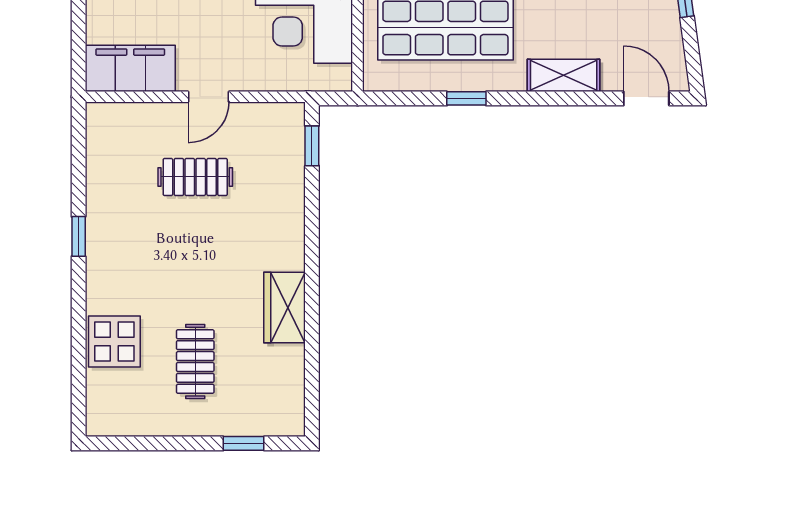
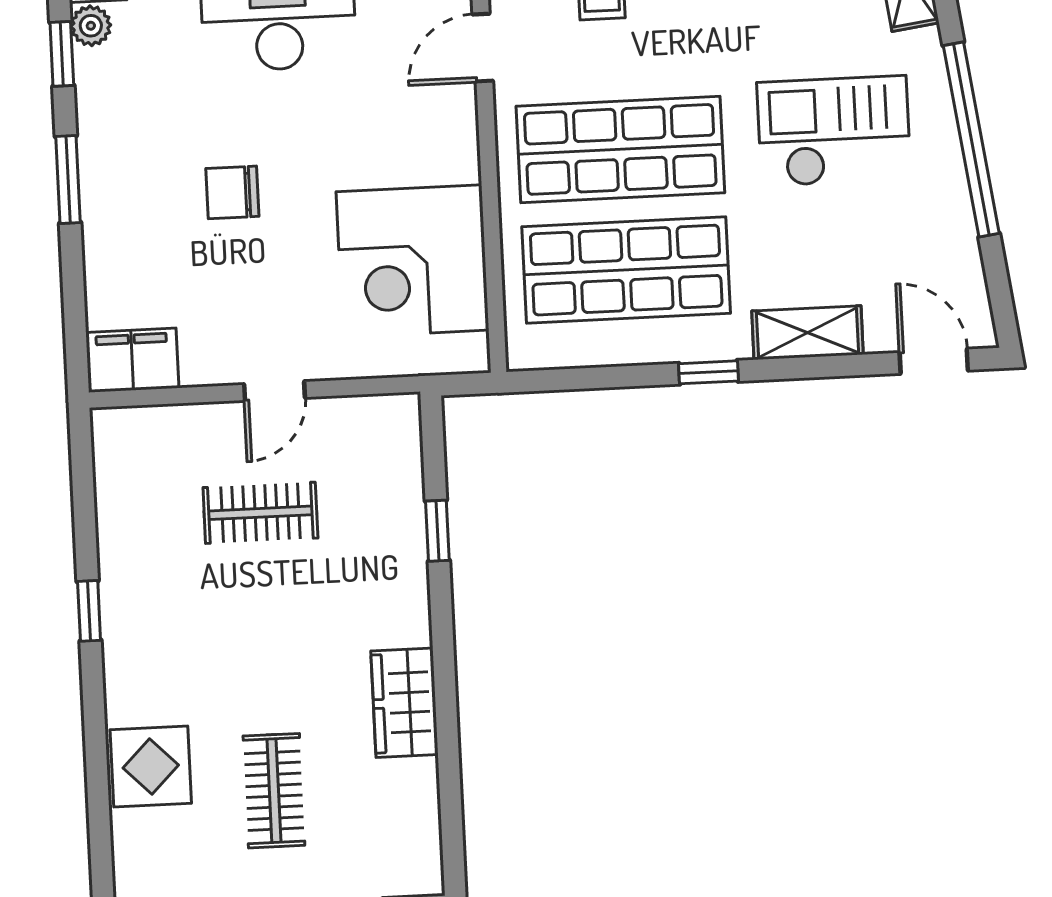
filing cabinet: (130, 68) -> (132, 360), width x0.67, depth x0.86
window: (466, 98) -> (709, 372), moved
window: (312, 146) -> (437, 531), moved

